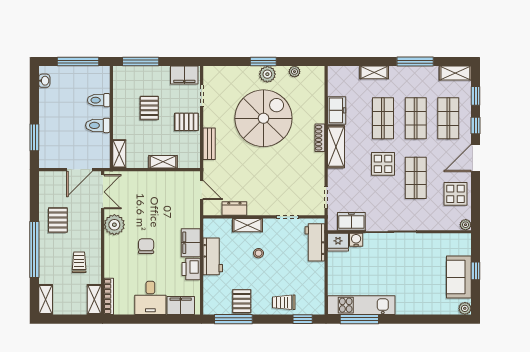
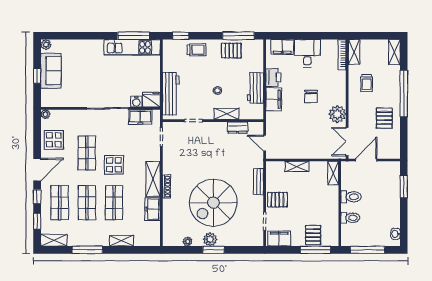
pallet: (149, 108) -> (313, 235), moved
workbench: (315, 242) -> (171, 94), width x1.38
pallet: (242, 301) -> (231, 51), turned 90

